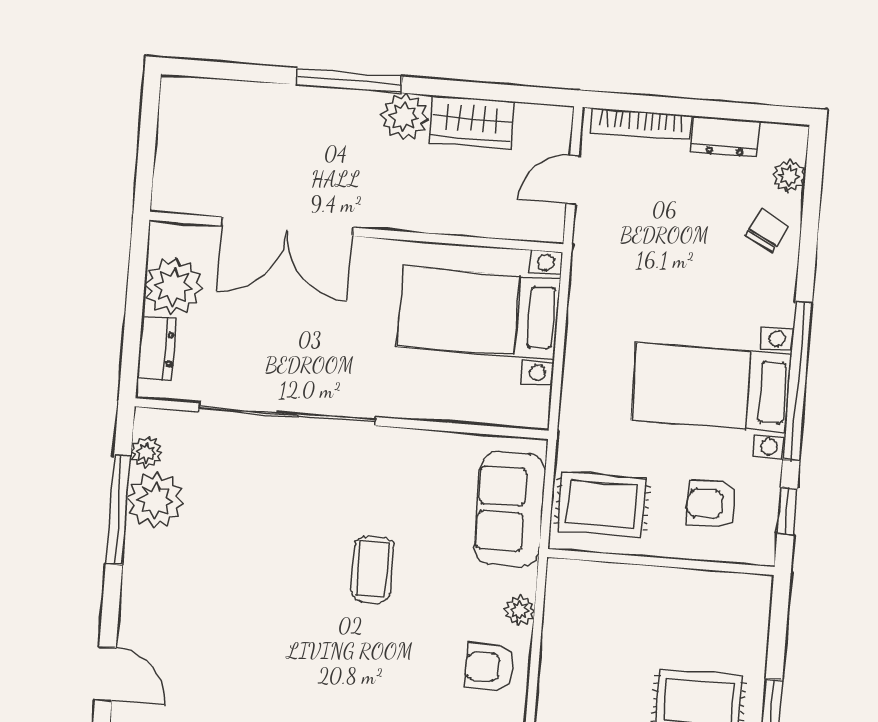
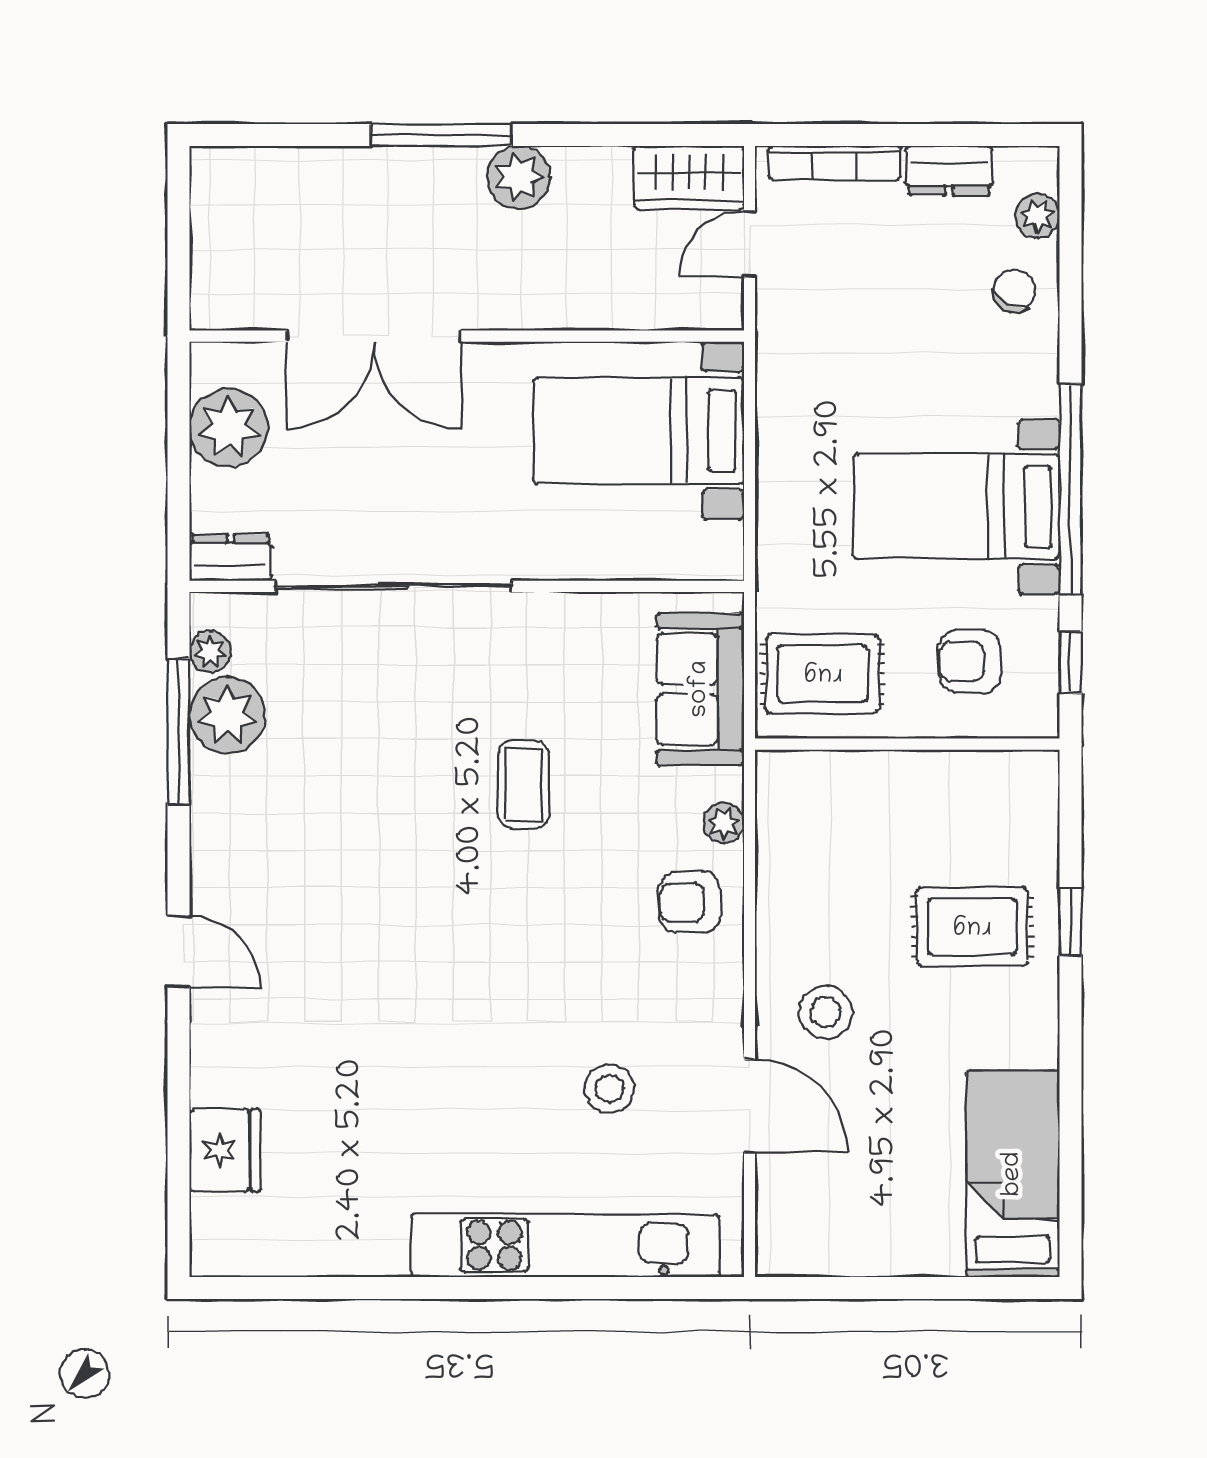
wardrobe: (472, 122) -> (689, 178), moved
dresser: (157, 349) -> (231, 558), moved, turned -90

